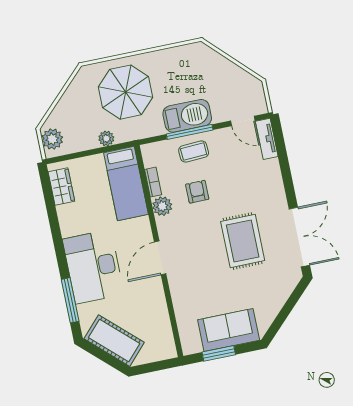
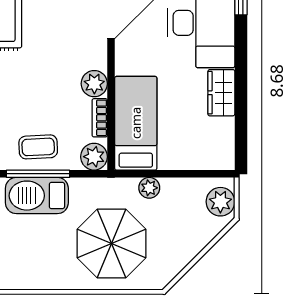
plant: (151, 153) -> (94, 157), added
wardrobe: (61, 187) -> (221, 93), moved
armchair: (197, 192) -> (44, 93), removed

